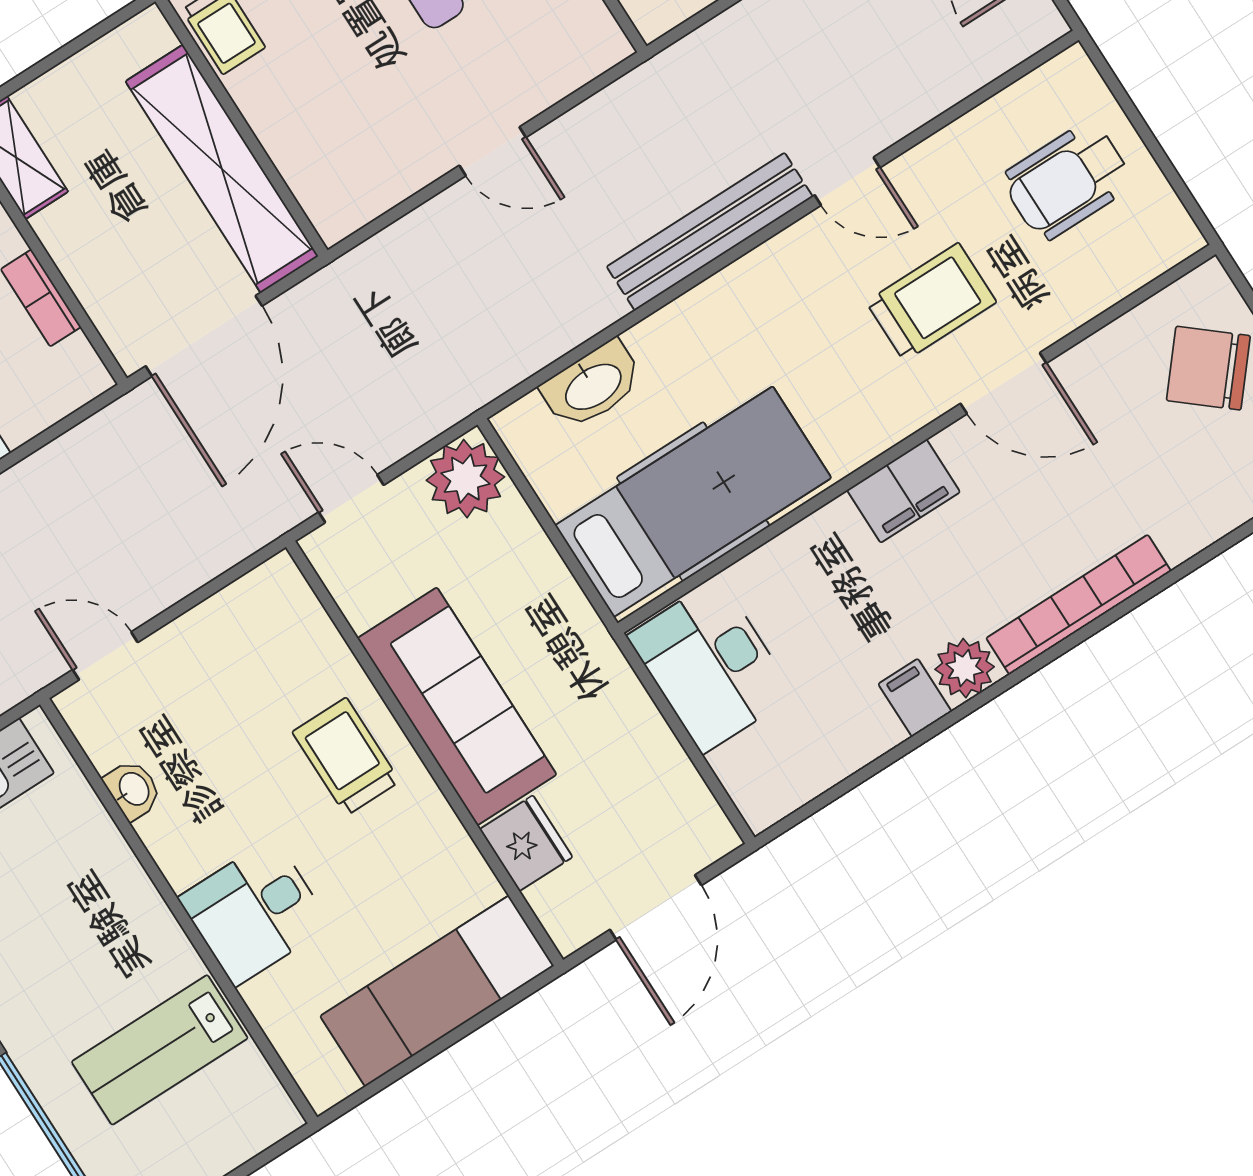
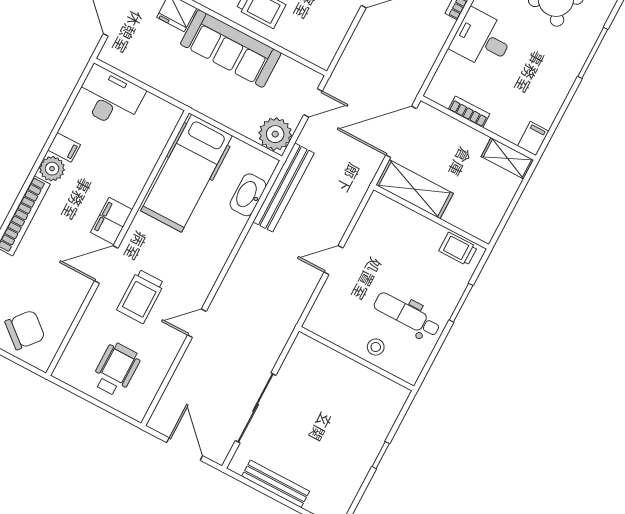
shelving: (222, 169) -> (414, 189), width x0.68
bench: (710, 232) -> (284, 187), moved
door: (204, 336) -> (401, 132), hinge flipped
door: (1003, 383) -> (106, 264), moved
desk: (711, 666) -> (109, 97), moved

